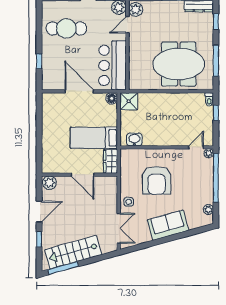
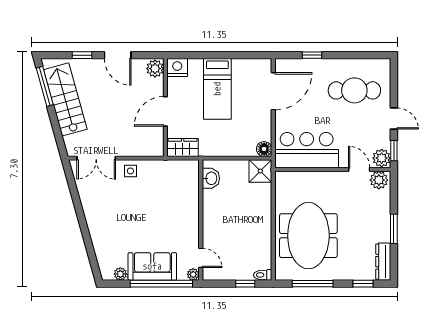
cafe table: (66, 28) -> (354, 90), turned 90
door: (79, 91) -> (273, 91), moved
bed: (94, 138) -> (217, 89), moved, turned 180
nightstand: (49, 166) -> (177, 68), added
armchair: (157, 180) -> (158, 207), removed
sofa: (168, 225) -> (152, 266), moved, turned -74

